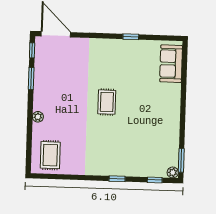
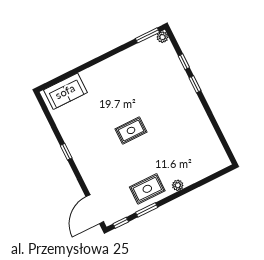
window: (131, 37) -> (66, 152), moved
rug: (50, 155) -> (147, 189), moved
window: (155, 180) -> (184, 62), moved

